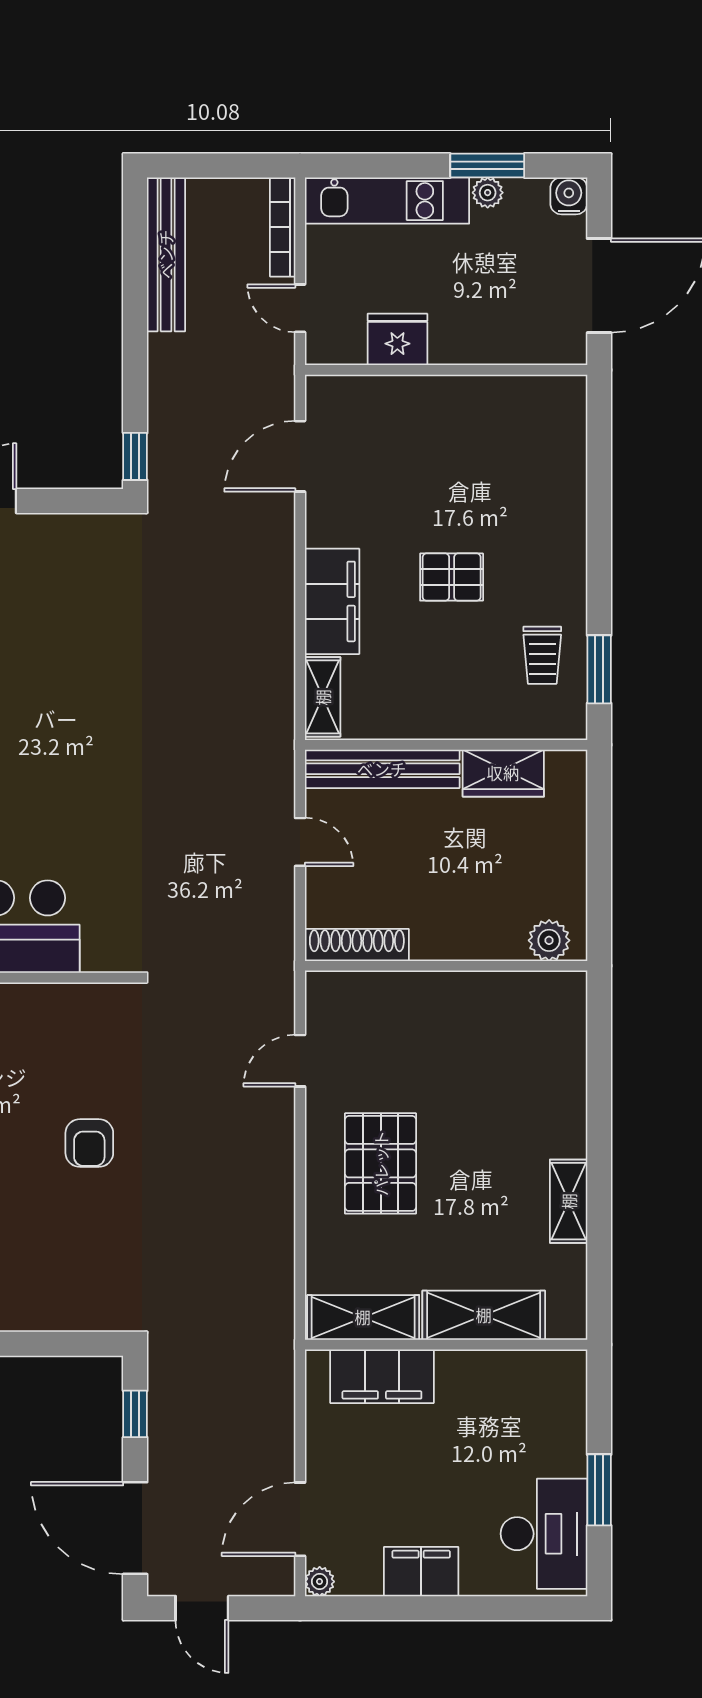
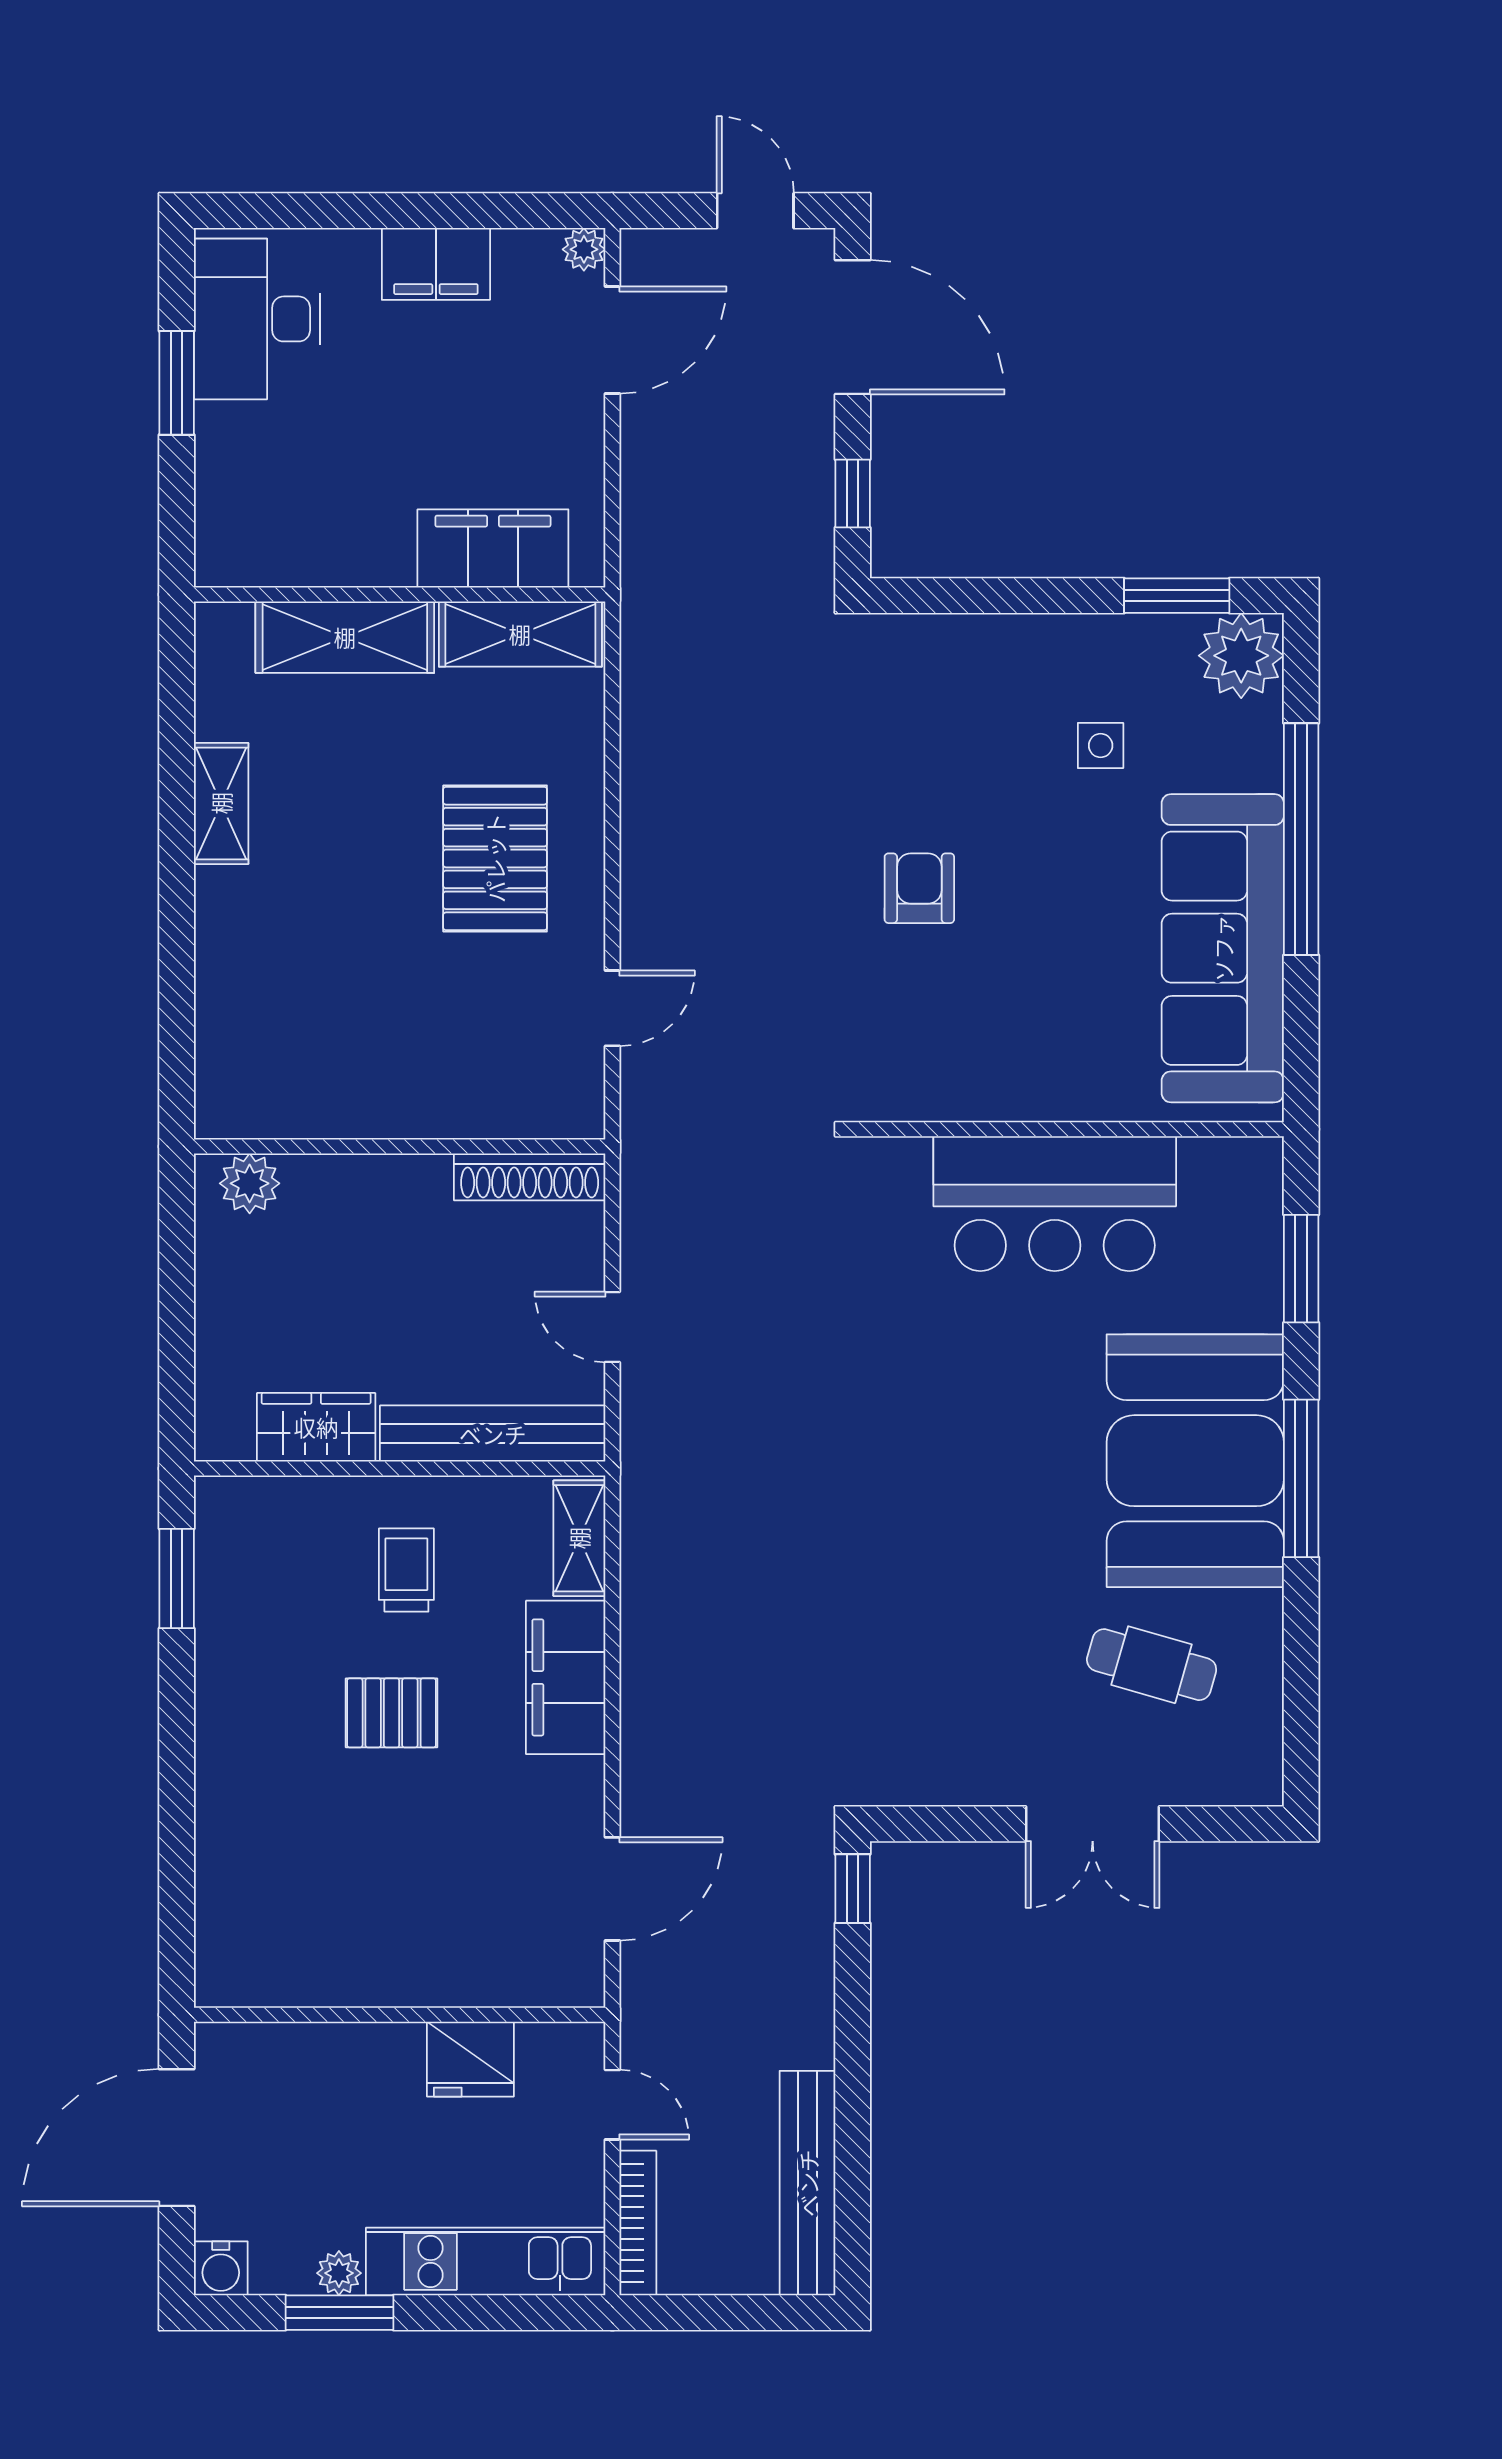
trolley: (542, 655) -> (406, 1570), moved

